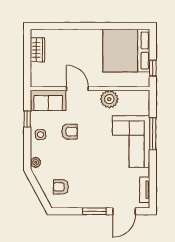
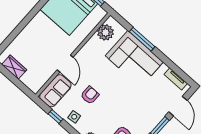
door: (77, 89) -> (65, 63), swing flipped
plant: (109, 99) -> (106, 32), moved

